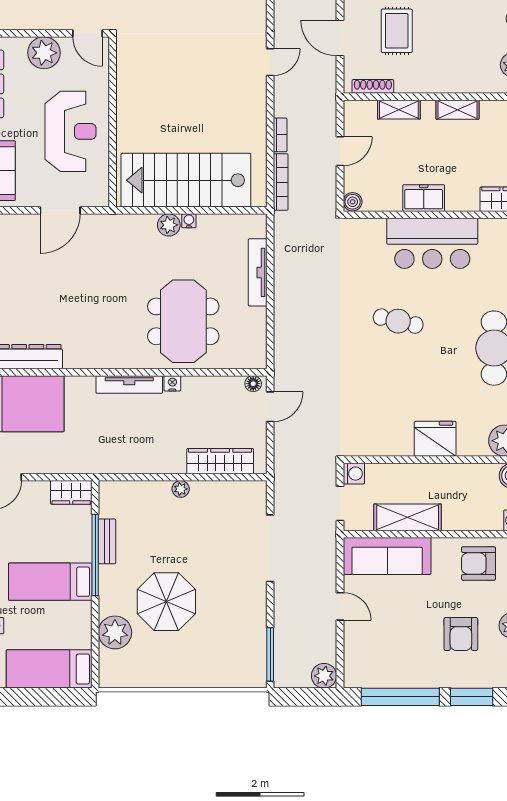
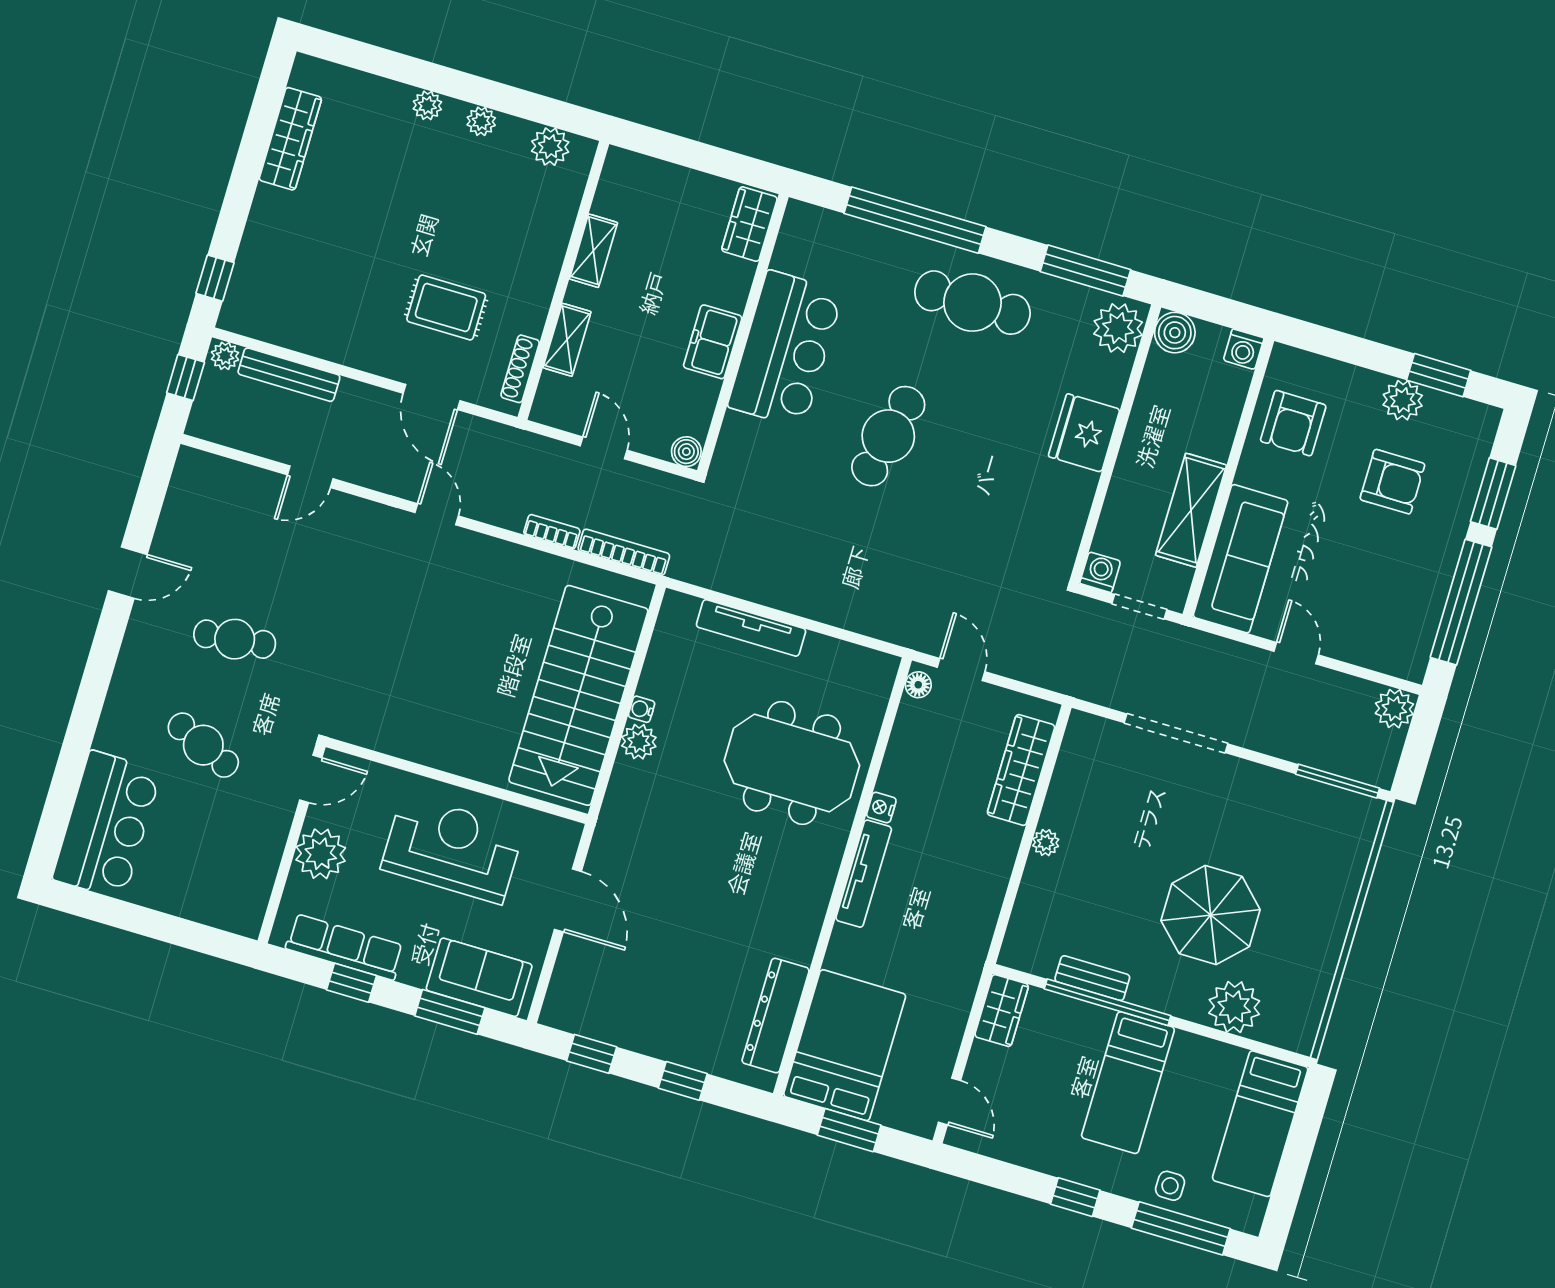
door: (340, 38) -> (432, 397), hinge flipped
cafe table: (398, 321) -> (888, 436), width x1.37, depth x1.35
door: (340, 606) -> (1296, 653), hinge flipped

